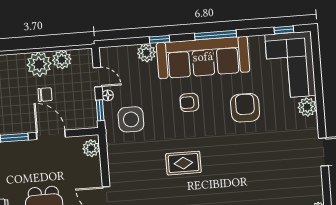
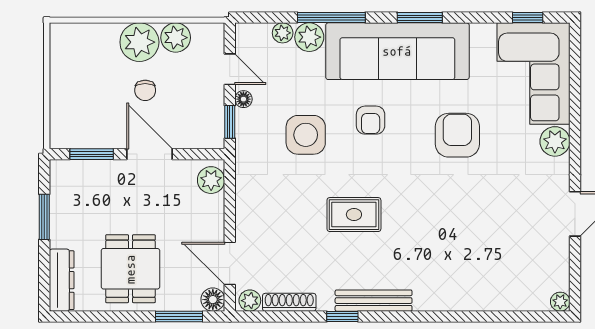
window: (215, 35) -> (420, 18), width x0.69
window: (160, 39) -> (331, 18), width x2.17
plant: (129, 51) -> (283, 33), added
chair: (45, 95) -> (145, 90), turned 90
armchair: (189, 102) -> (371, 120), turned -90
side table: (131, 119) -> (306, 135), moved

